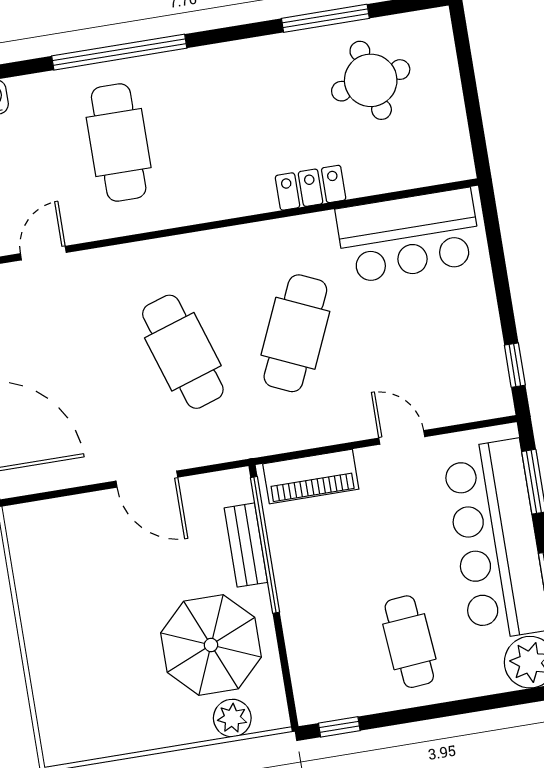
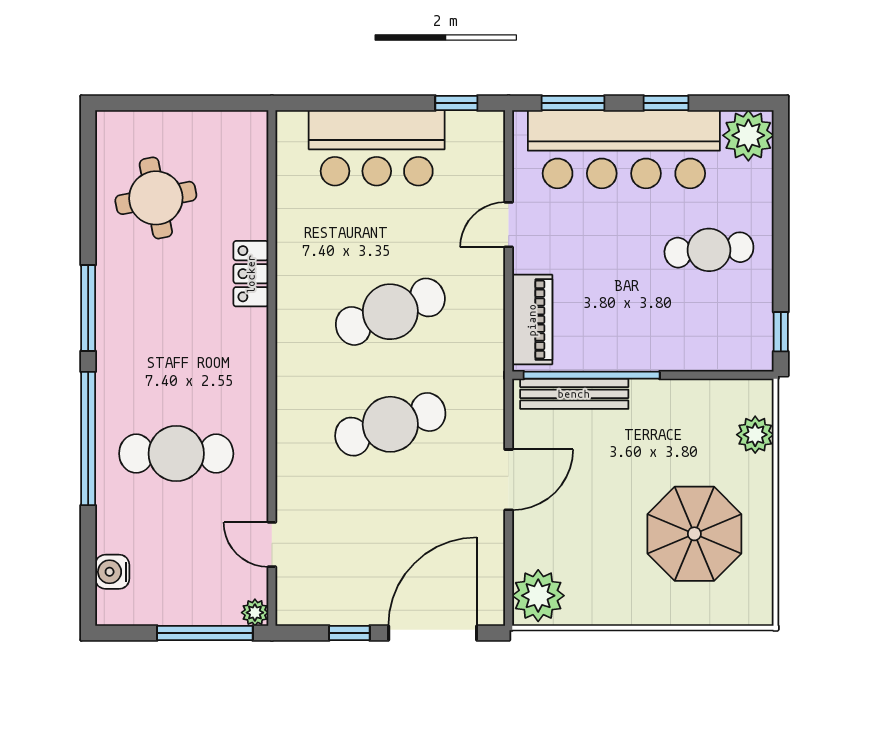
window: (325, 18) -> (88, 308), moved
bar counter: (409, 236) -> (377, 148), moved, turned 90
cafe table: (295, 333) -> (390, 312), turned -45
plant: (36, 528) -> (538, 596), added
bench: (246, 545) -> (574, 394), width x1.36
parasol: (211, 645) -> (694, 534), moved

